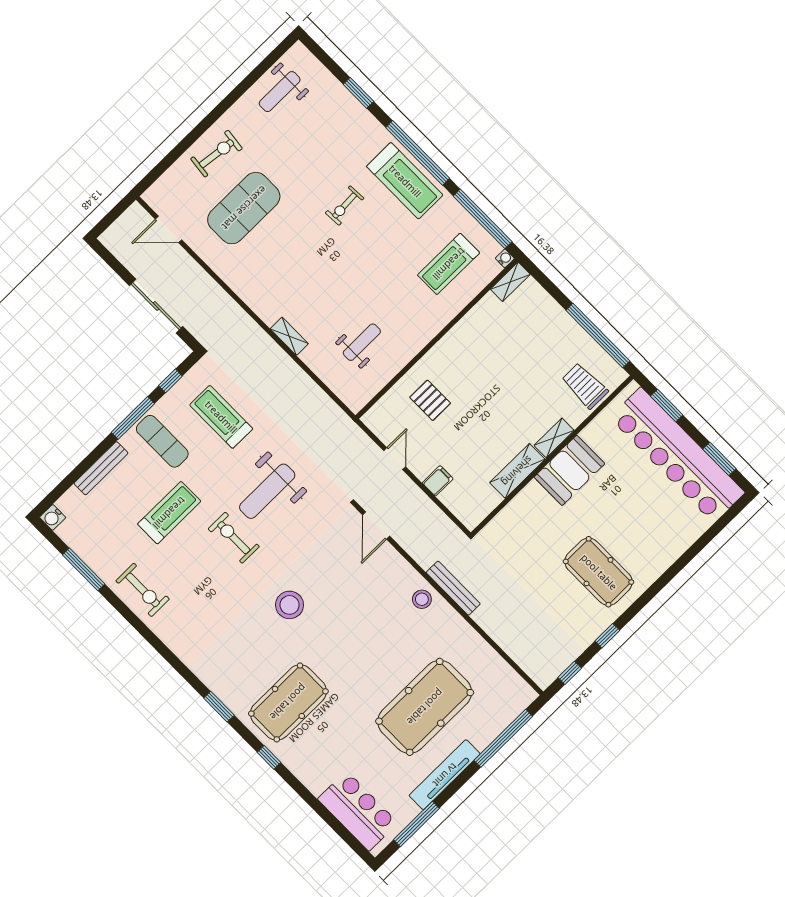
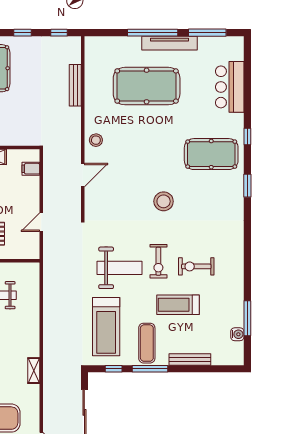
shelving: (289, 336) -> (34, 371), moved
treadmill: (221, 417) -> (106, 327), width x1.37, depth x1.38
filing cabinet: (438, 481) -> (31, 169), moved
water cooler: (53, 517) -> (237, 334), moved
door: (376, 525) -> (83, 175), moved
bench: (453, 588) -> (75, 85), moved
exercise bike: (143, 590) -> (196, 266), moved, turned -90
window: (503, 738) -> (153, 33), moved
bar counter: (358, 811) -> (230, 87), moved

